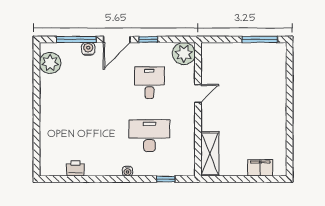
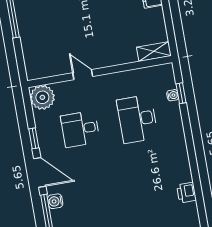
shelving: (210, 154) -> (154, 51), width x0.67, depth x0.75
water cooler: (128, 171) -> (173, 95), moved

